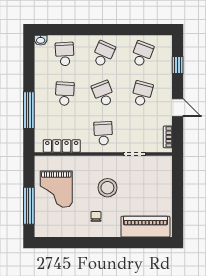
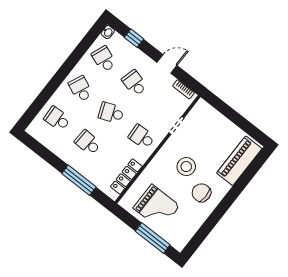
washbasin: (41, 40) -> (108, 32), moved
chair: (96, 216) -> (201, 193), width x1.87, depth x1.87

